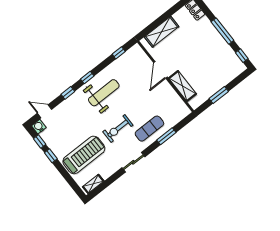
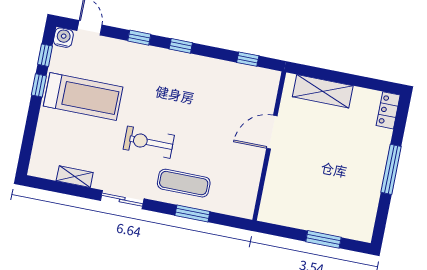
window: (242, 56) -> (381, 222), removed
shelving: (182, 86) -> (275, 179), removed
weight bench: (104, 93) -> (179, 84), removed
window: (219, 95) -> (323, 239), moved
treadmill: (84, 155) -> (83, 97), moved
shelving: (93, 184) -> (75, 177), moved

